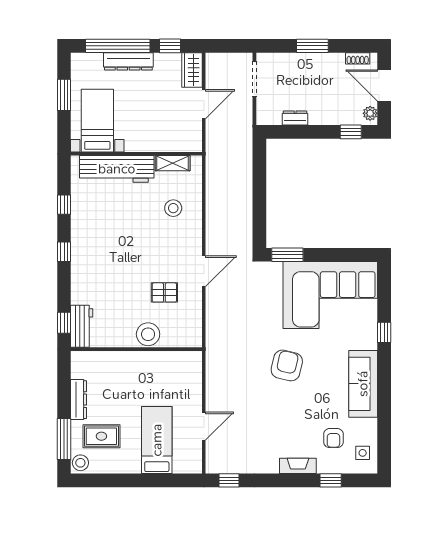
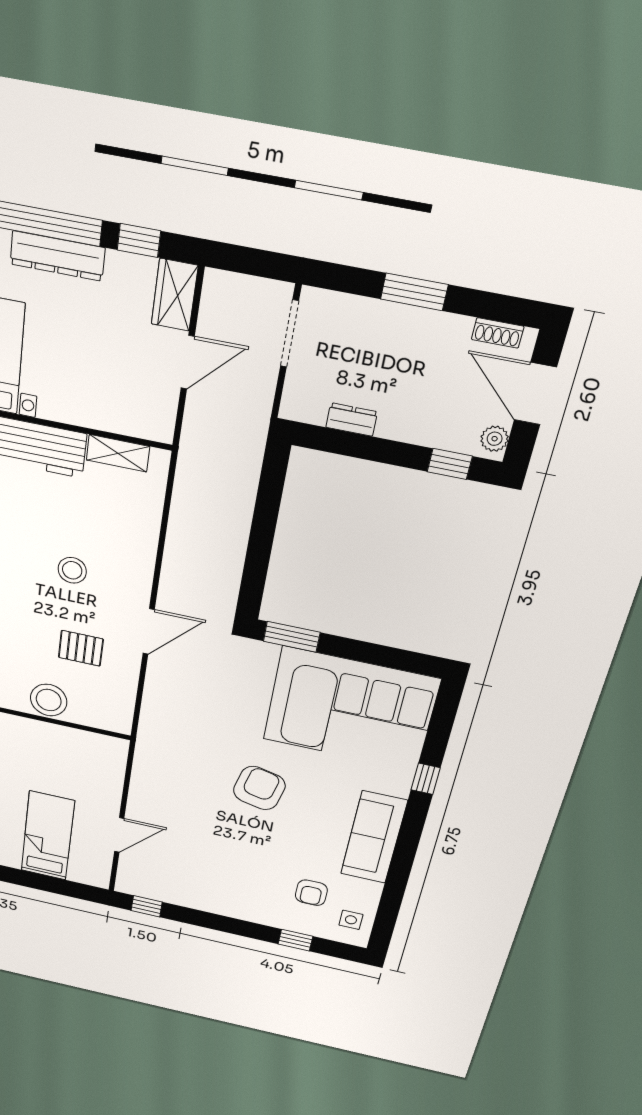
stool: (173, 208) -> (72, 570), moved
fireplace: (298, 466) -> (251, 913), removed

